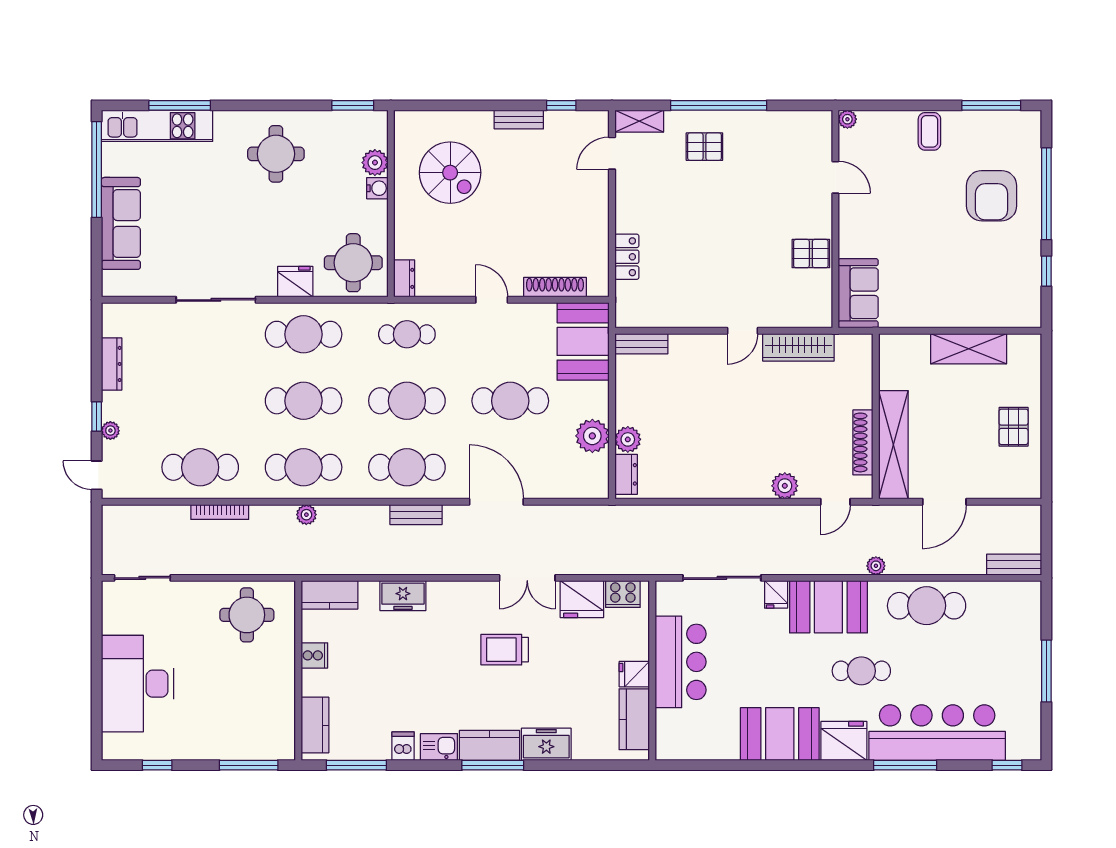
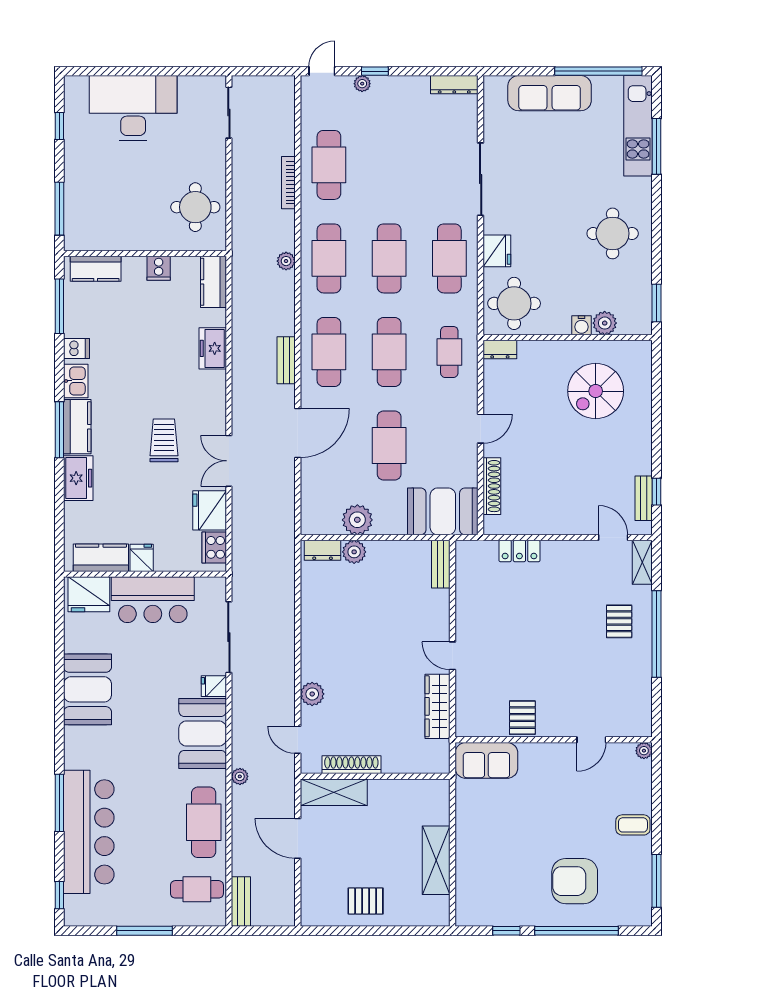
bench: (519, 119) -> (644, 498), moved
dresser: (112, 364) -> (454, 85), moved
shelving: (893, 445) -> (334, 792), width x0.68
cafe table: (861, 671) -> (197, 889), moved, turned 90
fridge: (844, 741) -> (89, 594), moved, turned 90

